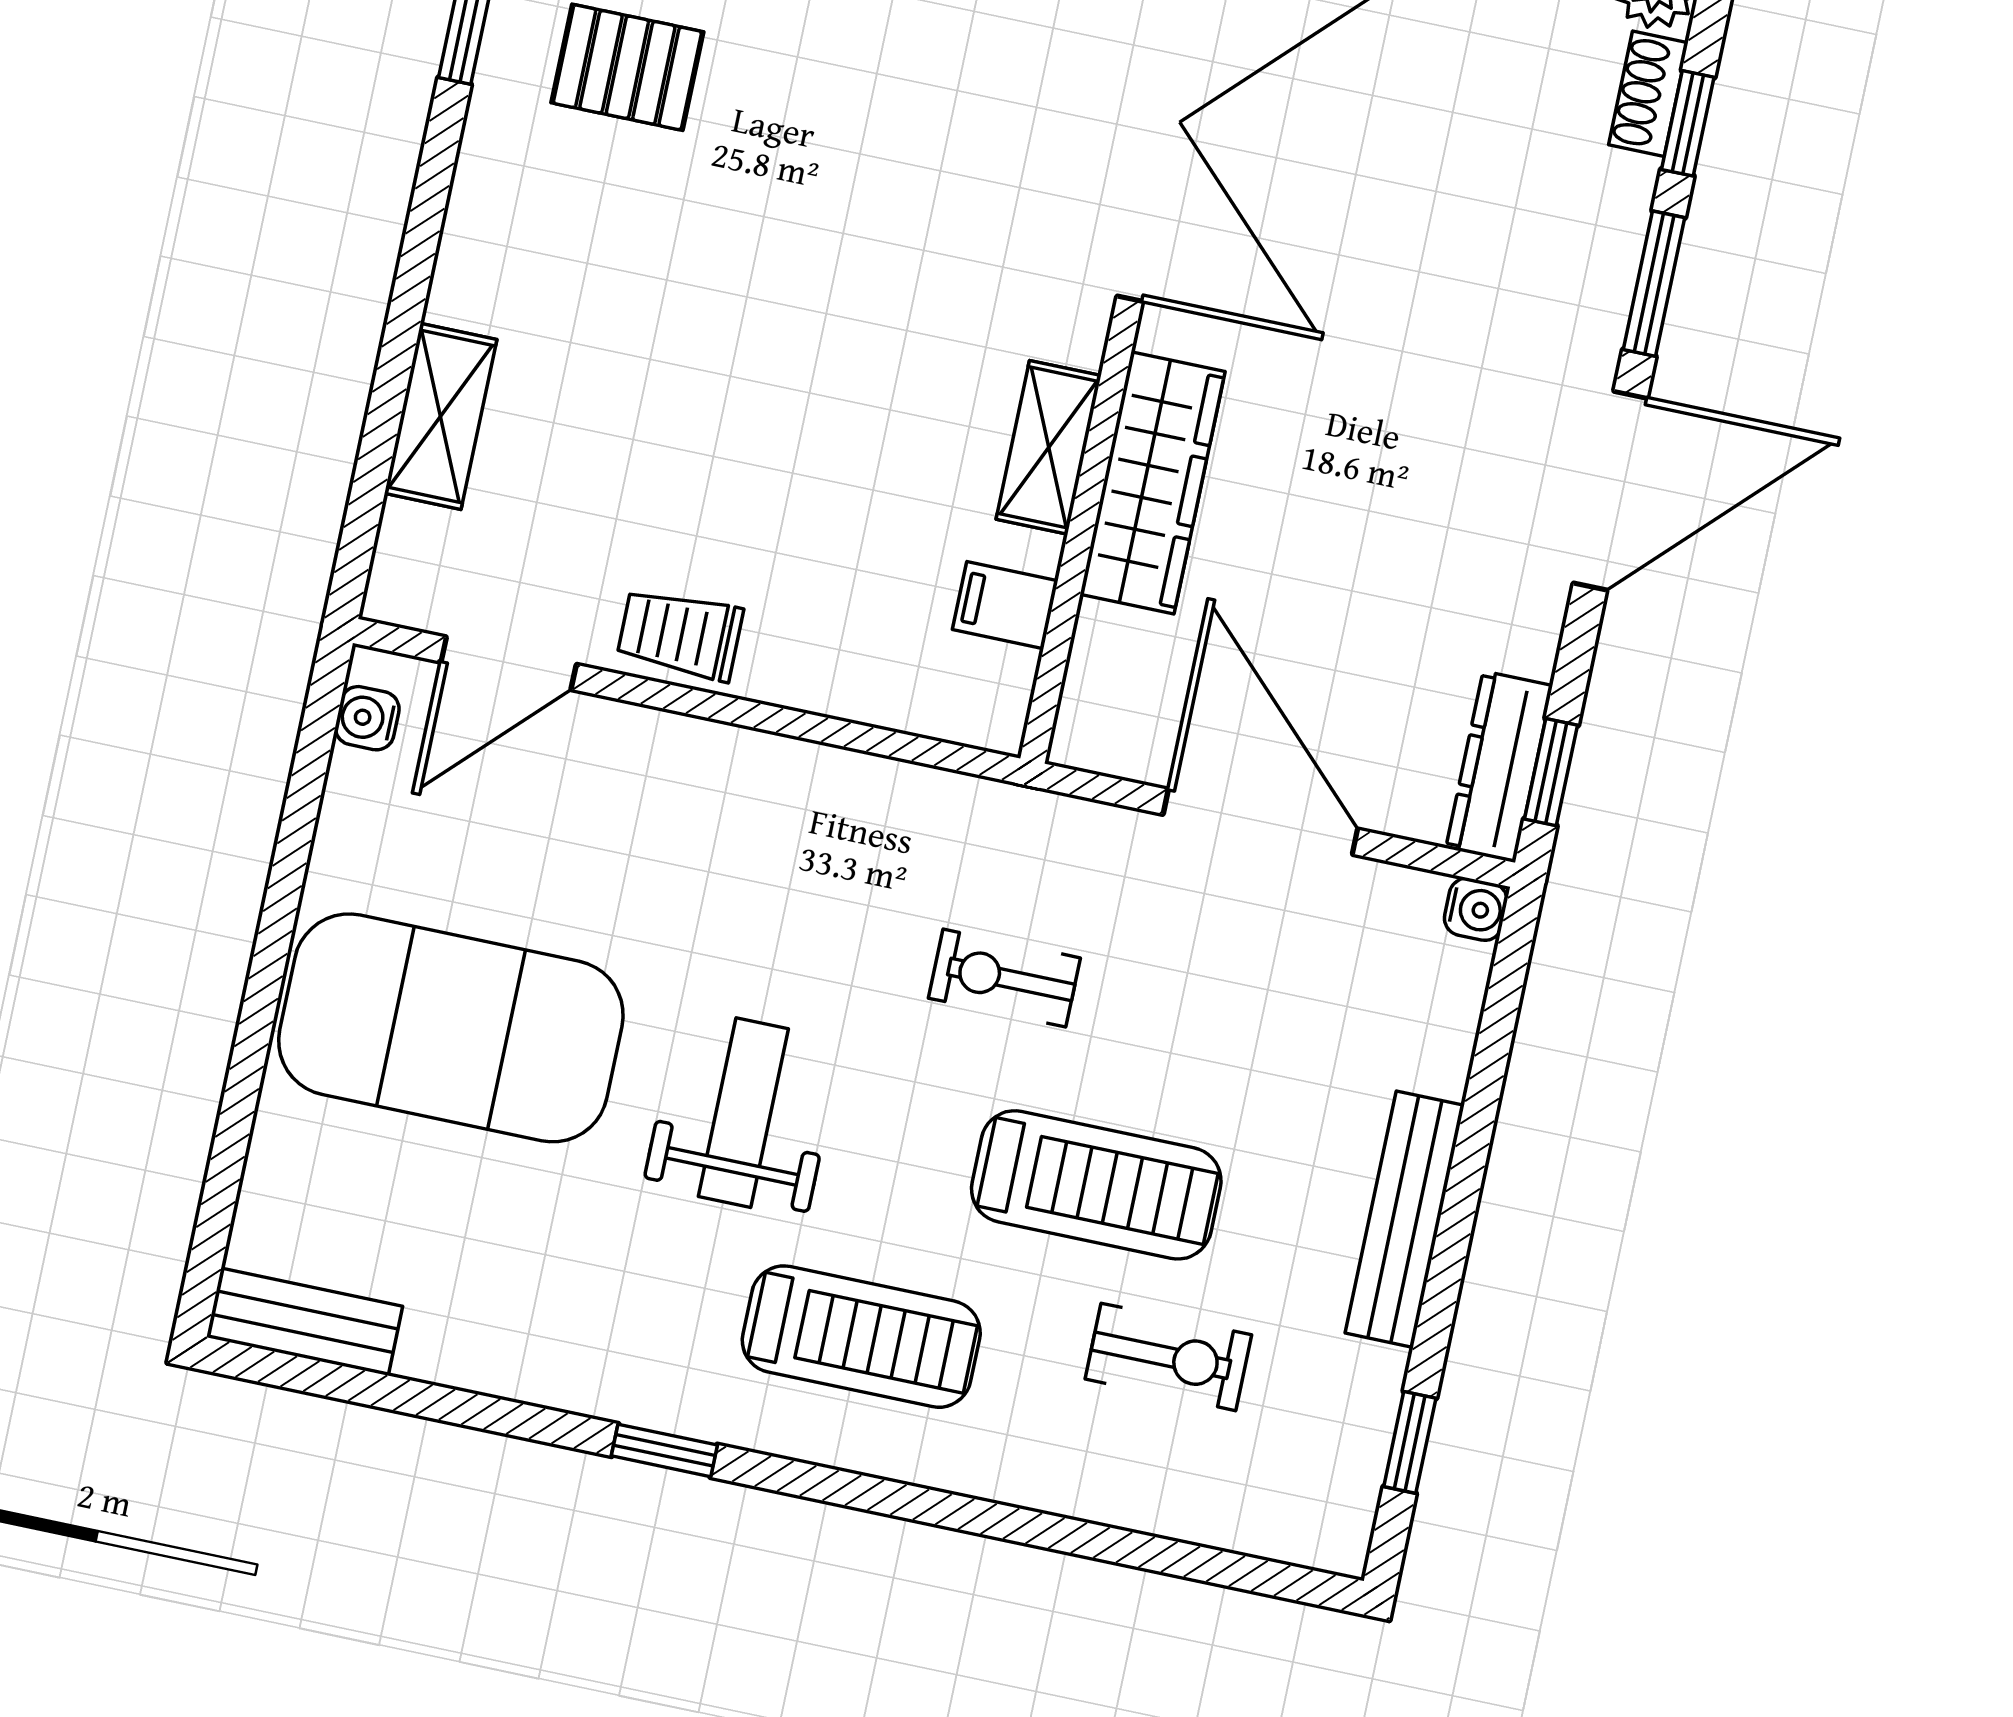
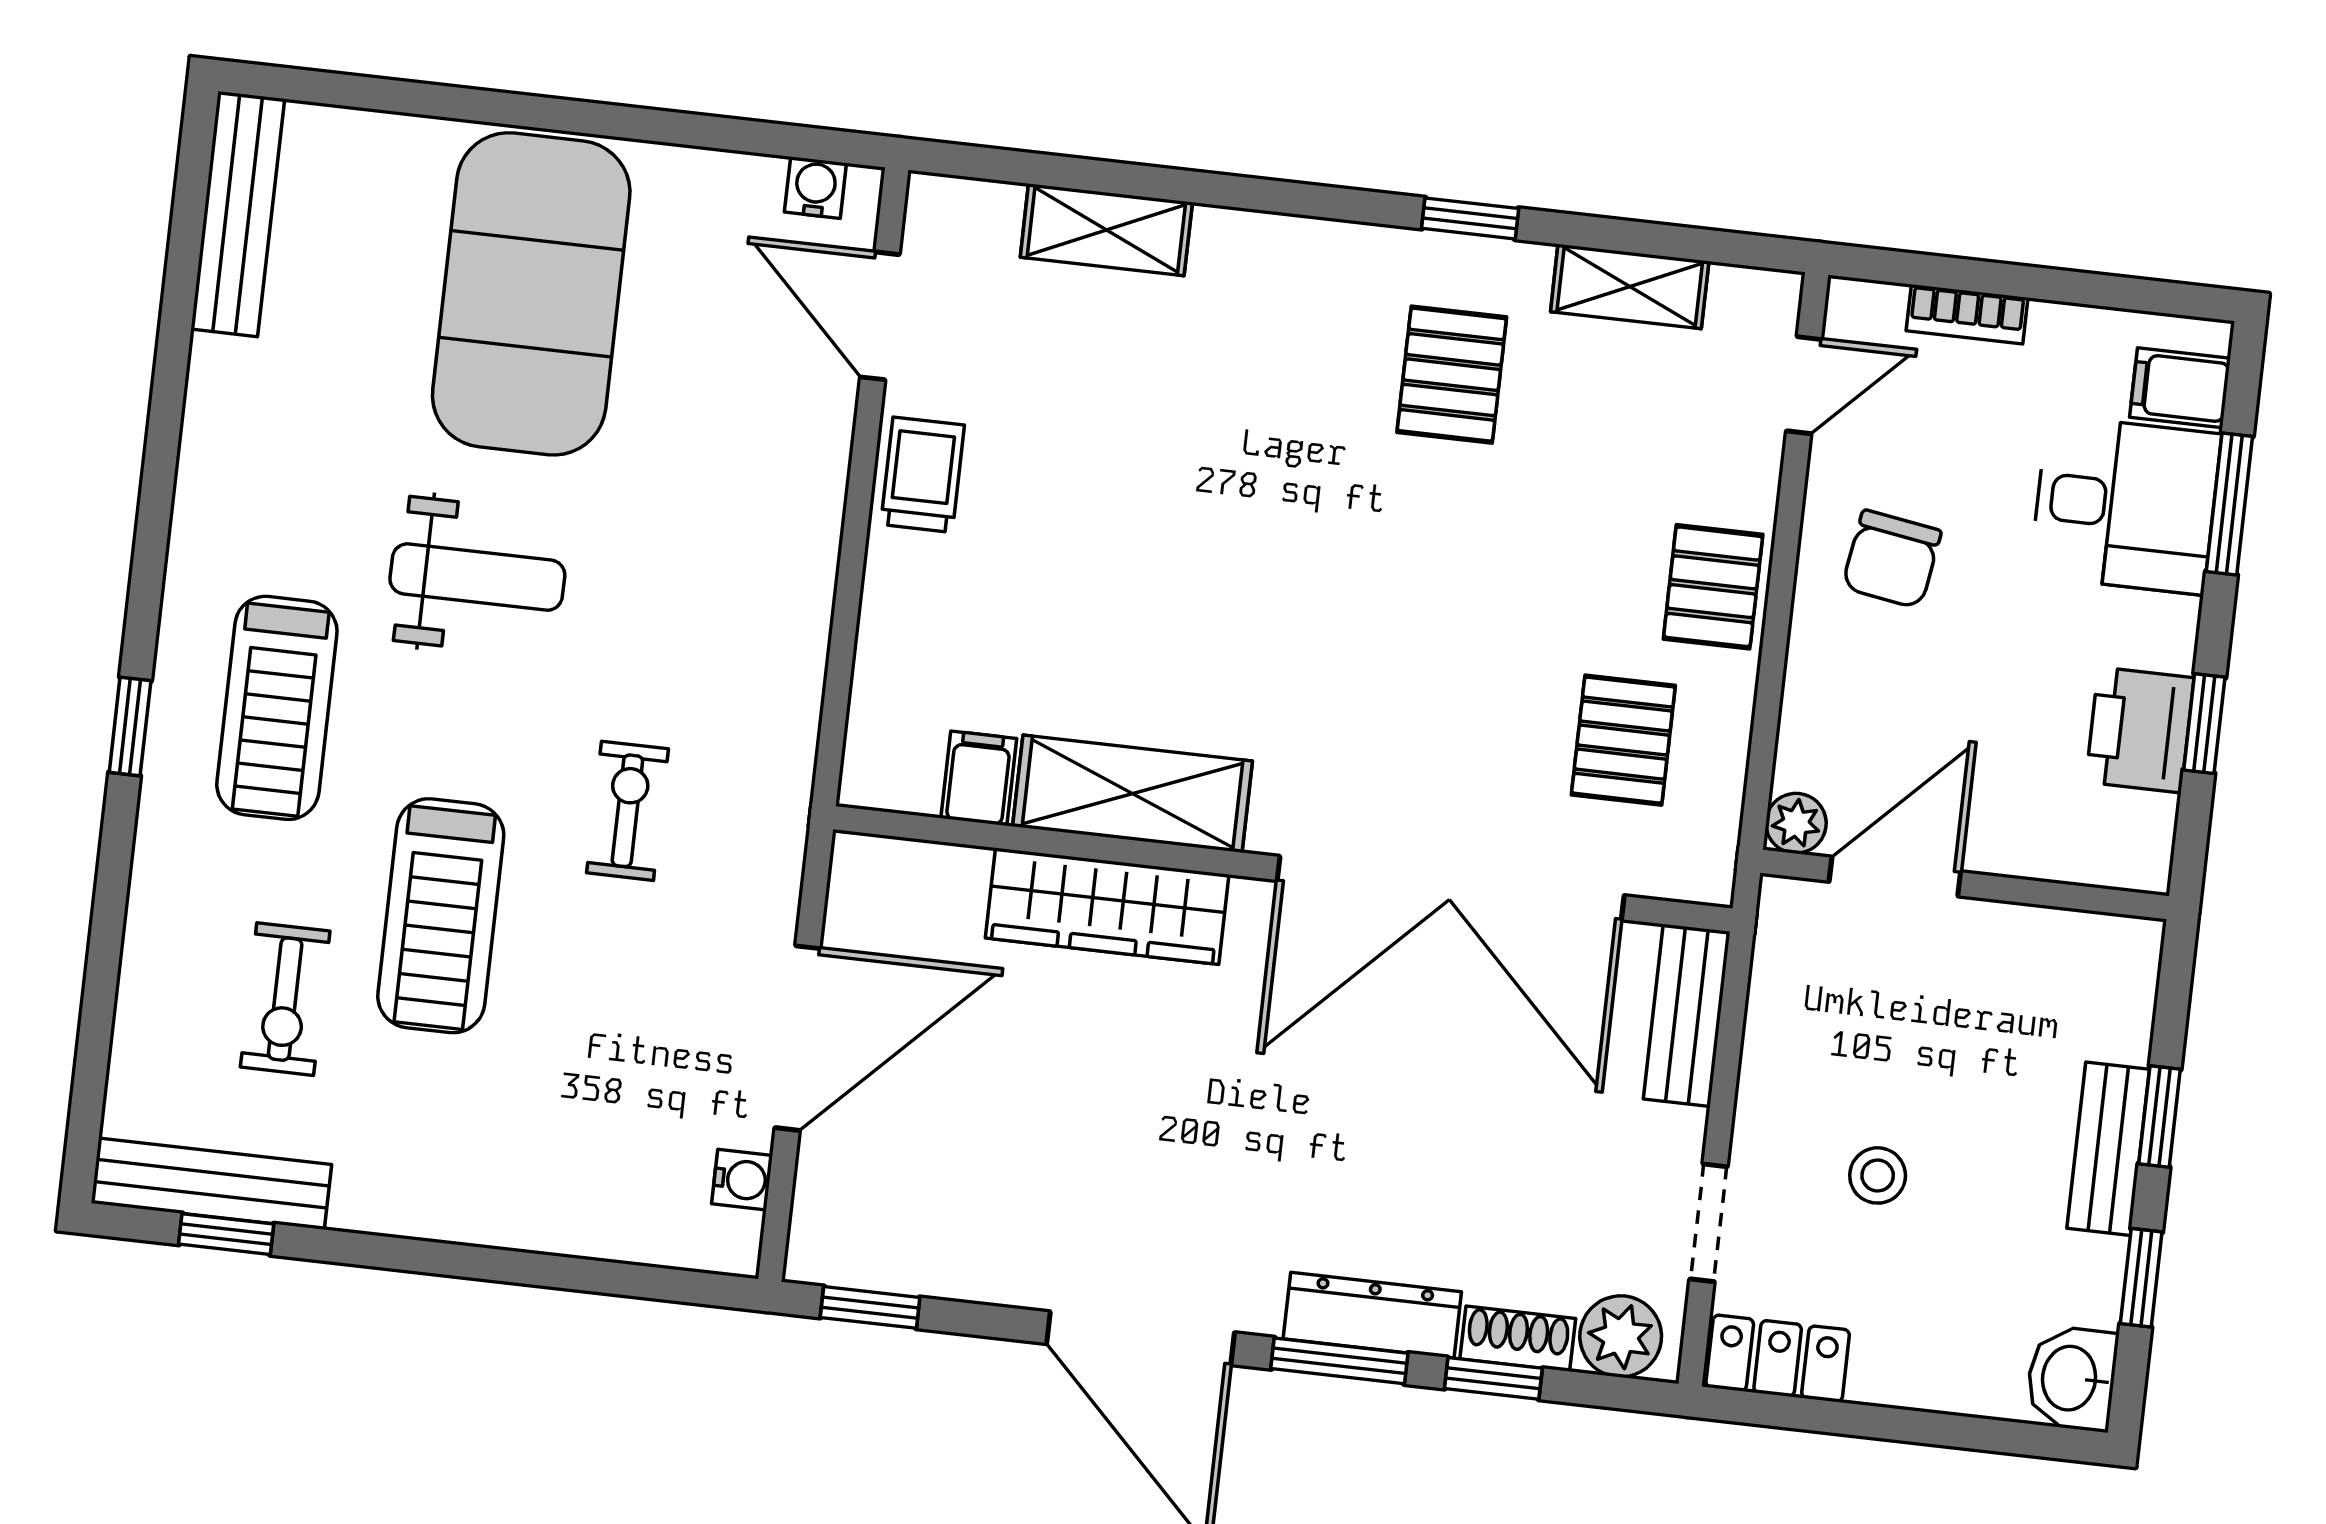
shelving: (1049, 447) -> (1132, 794), width x1.50, depth x1.33
dresser: (1499, 767) -> (1372, 1315), moved
water cooler: (1476, 909) -> (742, 1180), moved, turned -90
bench: (1405, 1219) -> (211, 1184), moved
bench: (305, 1322) -> (238, 214), width x1.36
window: (664, 1450) -> (130, 727), moved

